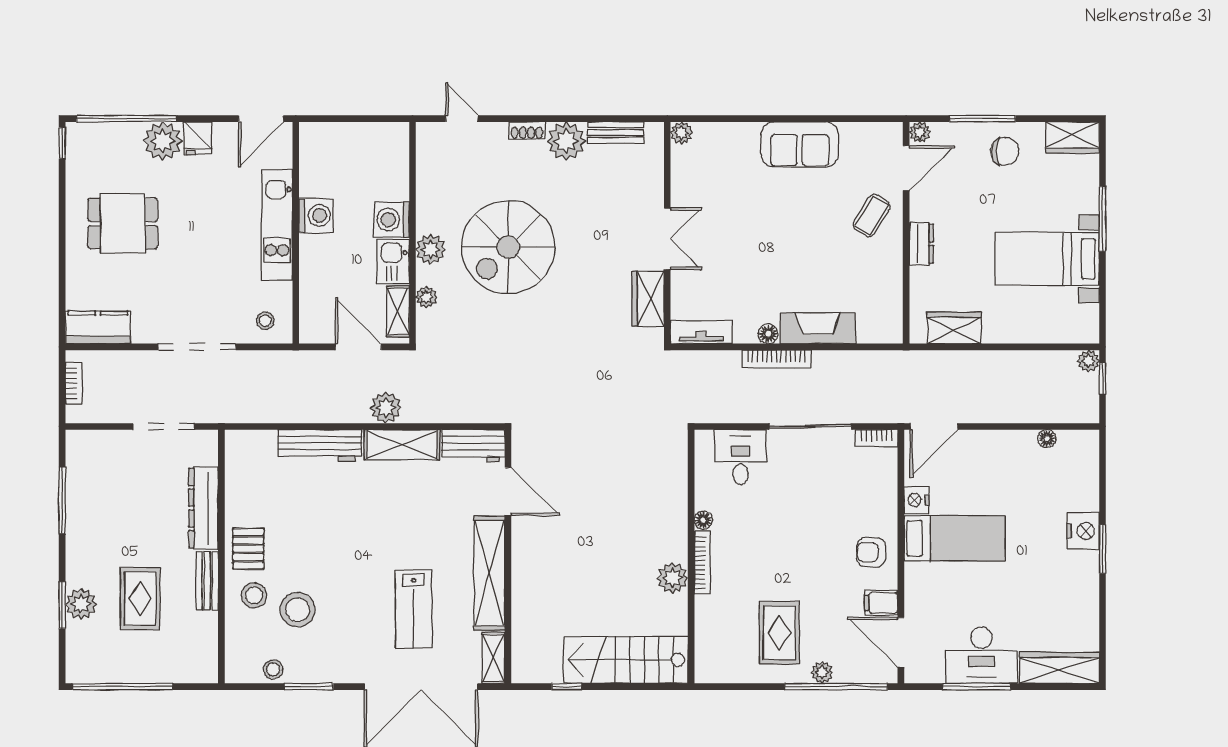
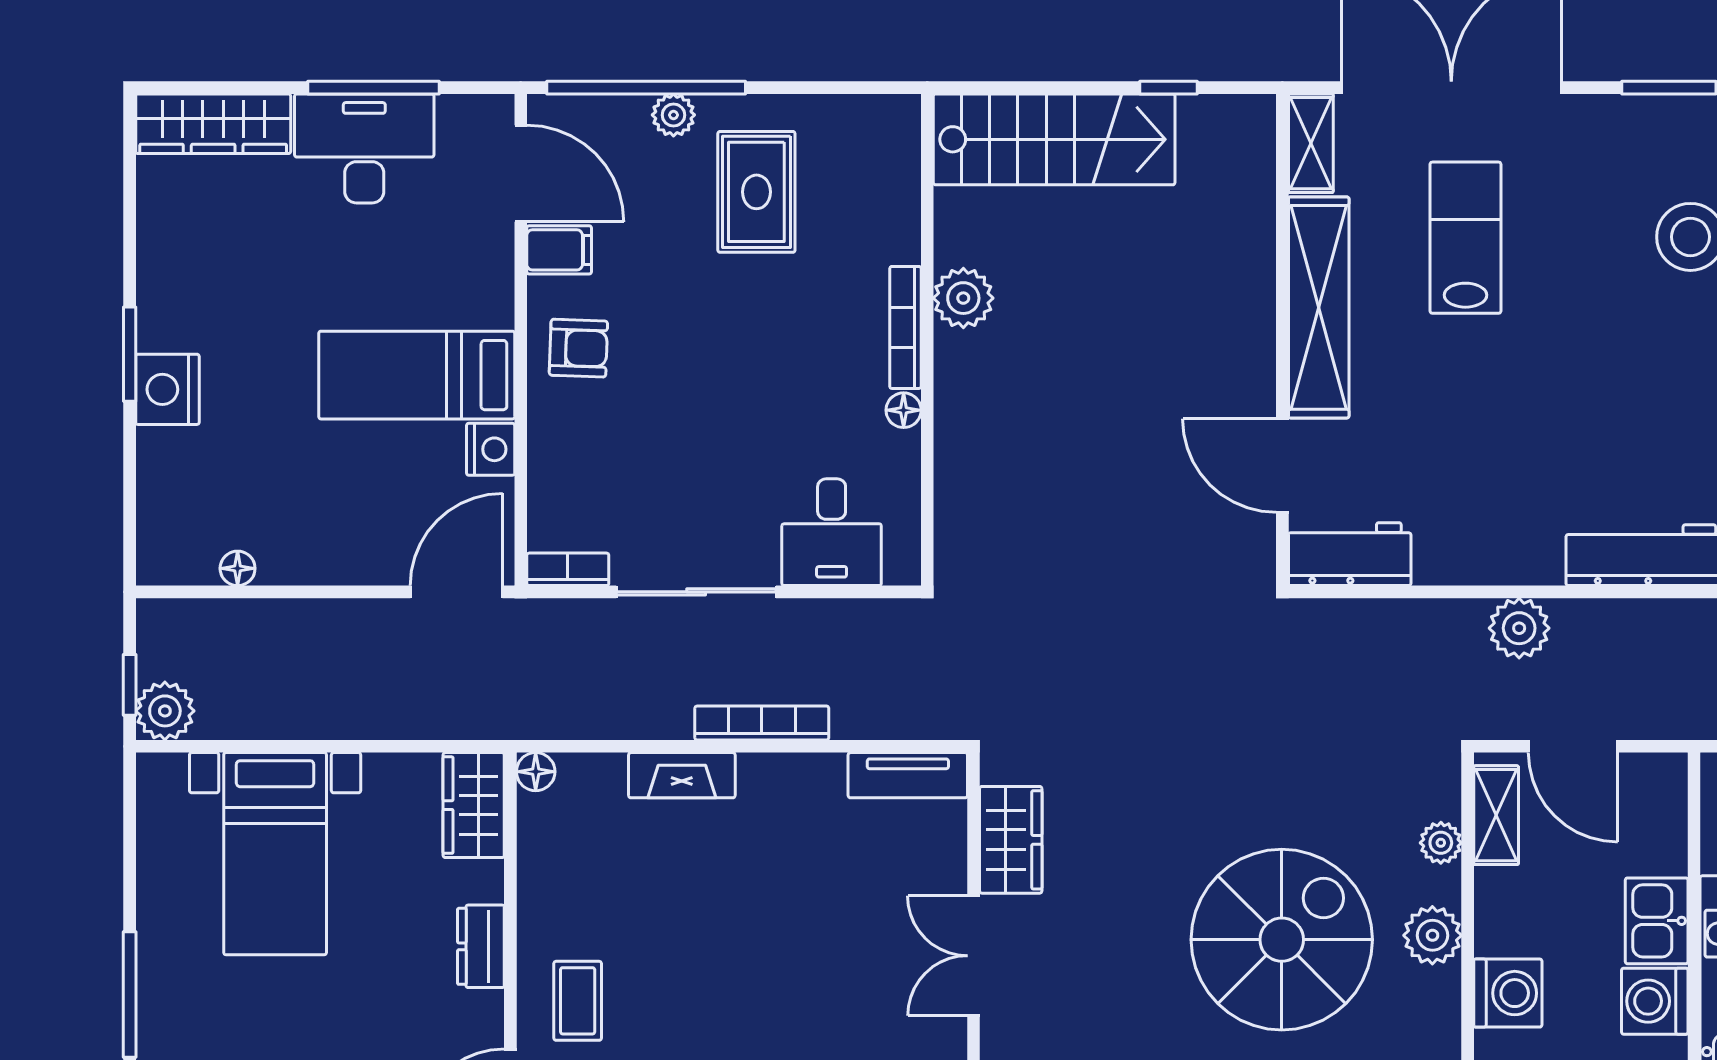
coffee table: (871, 216) -> (578, 1001), turned -32
bed with nightstands: (1047, 259) -> (275, 854), moved, turned 90
kitchen sink: (393, 261) -> (1657, 921), moved, turned 180
fireplace: (818, 328) -> (682, 775), width x0.73, depth x0.76
wardrobe: (954, 328) -> (474, 805), moved, turned 90
floor lamp: (768, 334) -> (536, 772), moved
plant: (1088, 361) -> (165, 711), width x1.38, depth x1.38
shelving: (402, 445) -> (1488, 556), removed

